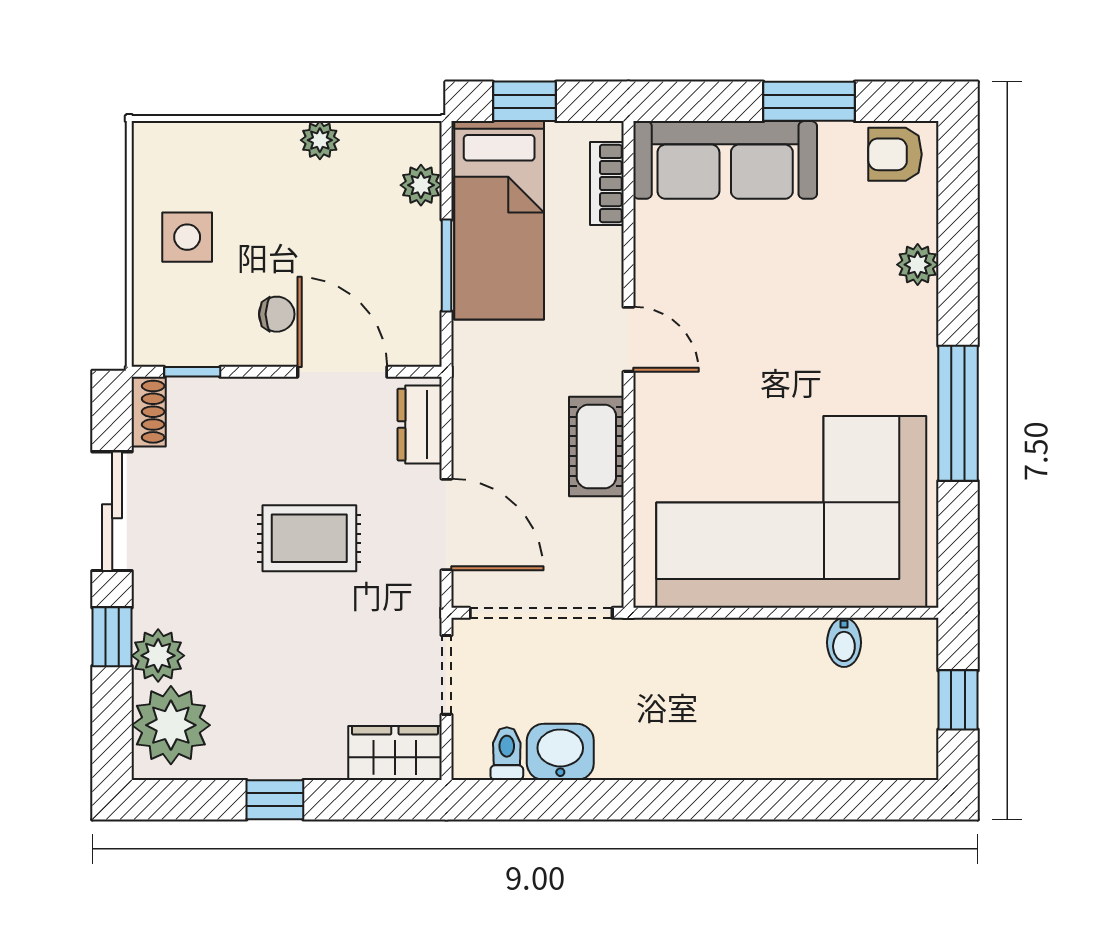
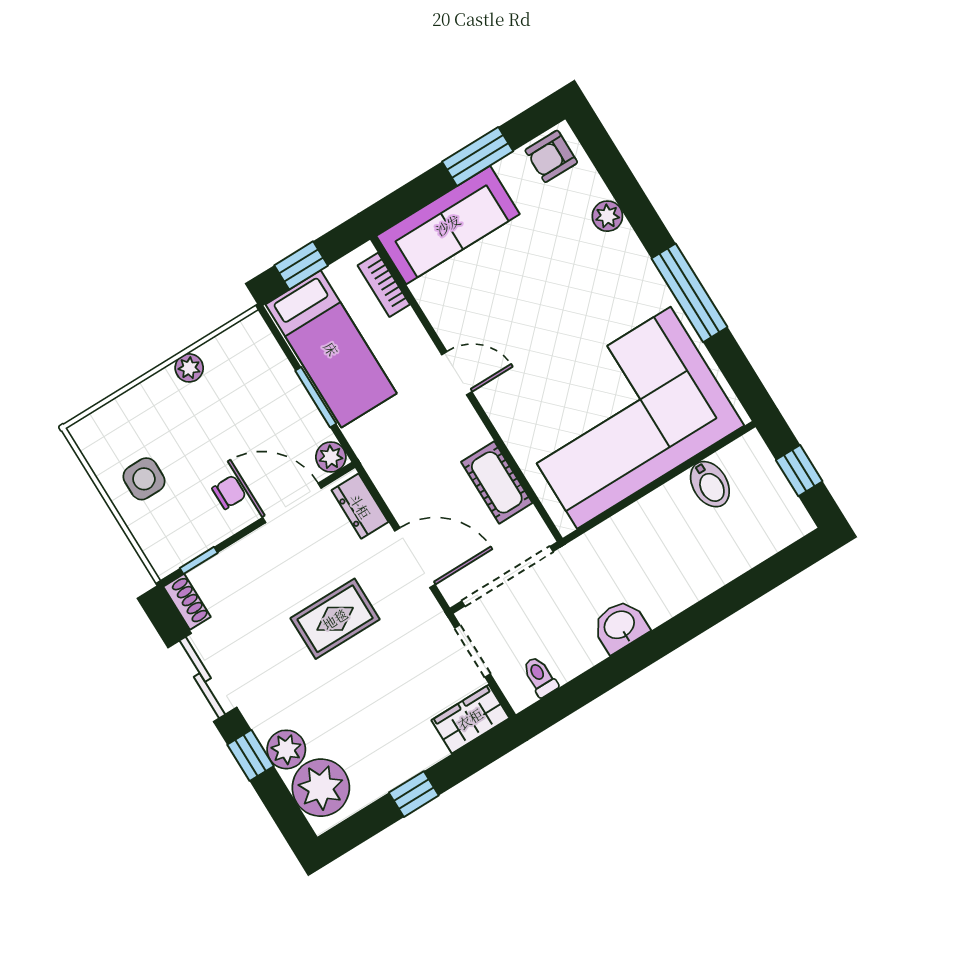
plant: (421, 185) -> (331, 457), moved
cot: (596, 446) -> (497, 482), moved
bidet: (844, 642) -> (710, 484), width x1.38, depth x1.36
washbasin: (560, 752) -> (620, 626), moved

